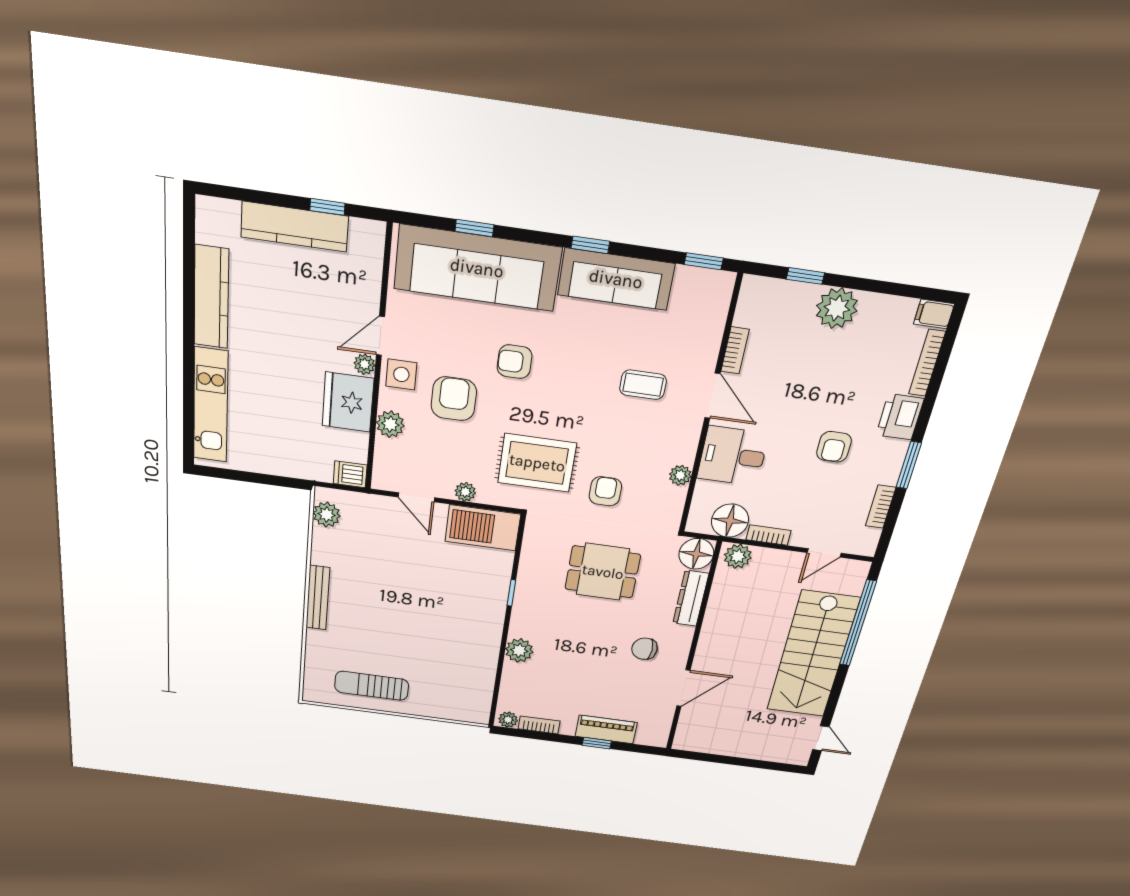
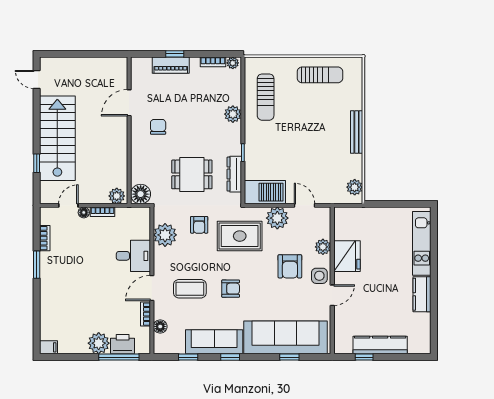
window: (704, 261) -> (188, 357), moved
window: (805, 276) -> (119, 357), width x2.17
kitchen counter: (211, 297) -> (422, 294), width x0.67
floor lamp: (713, 323) -> (160, 326), added
armchair: (514, 362) -> (231, 289), moved
bookcase: (927, 363) -> (44, 322), removed
plant: (364, 364) -> (340, 279), removed
coffee table: (643, 385) -> (190, 289), width x1.36, depth x1.30
door: (712, 396) -> (152, 288), hinge flipped
printer: (900, 417) -> (123, 344), moved, turned -90
armchair: (834, 447) -> (80, 269), removed
dishwasher: (350, 474) -> (343, 214), removed
plant: (680, 475) -> (165, 235), width x1.87, depth x1.87
plant: (465, 492) -> (277, 218), width x1.88, depth x1.88
floor lamp: (730, 521) -> (84, 212), moved, width x0.53, depth x0.53
dresser: (691, 598) -> (234, 174), moved, turned 180
window: (858, 623) -> (37, 163), width x0.32
chair: (644, 649) -> (158, 127), turned -90
sun lounger: (462, 667) -> (266, 97), added

